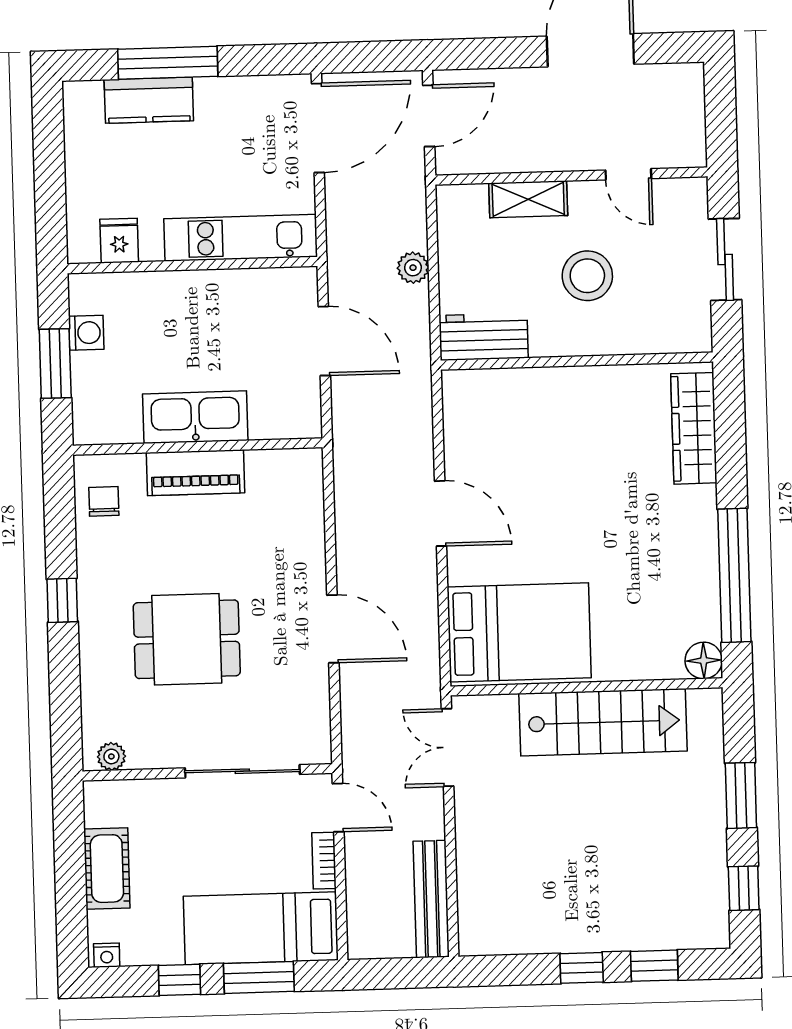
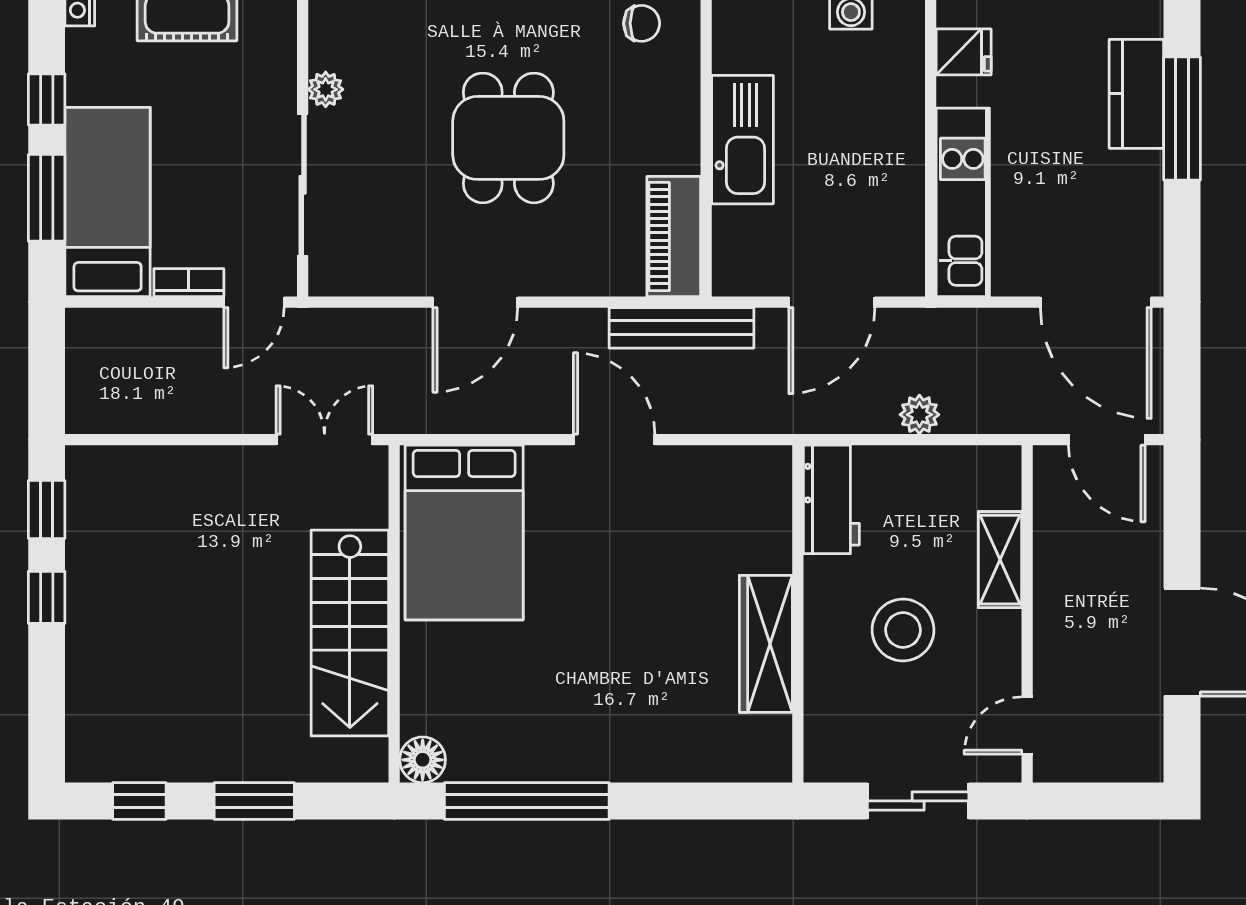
door: (628, 174) -> (1027, 726), moved
wardrobe: (694, 428) -> (766, 644), moved, turned -90
piano: (195, 473) -> (674, 237), moved
door: (441, 513) -> (614, 440), swing flipped
dining table: (187, 639) -> (508, 138), moved
plant: (111, 756) -> (326, 89), moved
bench: (431, 899) -> (681, 328), moved
window: (654, 966) -> (47, 510), moved

